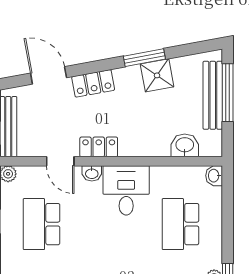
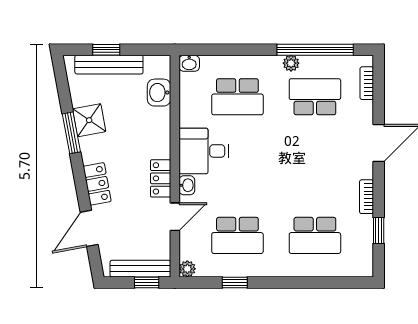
window: (228, 93) -> (106, 50), width x0.46

